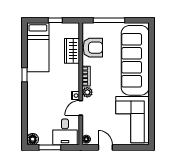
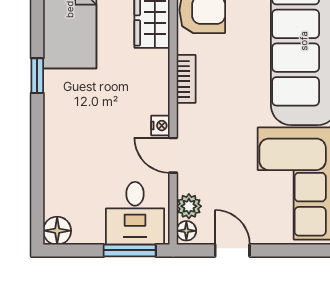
plant: (87, 92) -> (189, 206), moved
door: (81, 108) -> (173, 155), hinge flipped
window: (50, 147) -> (130, 250), moved

